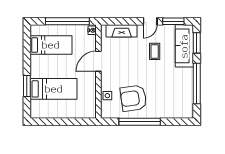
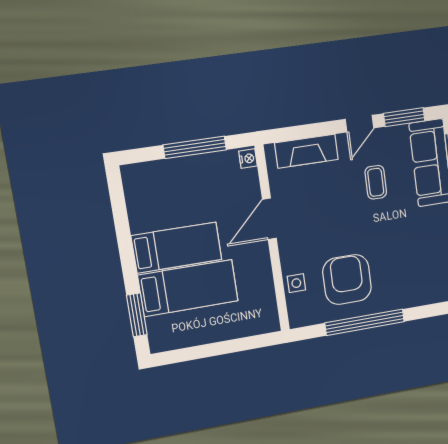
window: (67, 21) -> (195, 147), width x0.68
bed: (51, 45) -> (177, 248), moved
window: (27, 86) -> (137, 315), moved
armchair: (133, 98) -> (347, 280), turned 98

